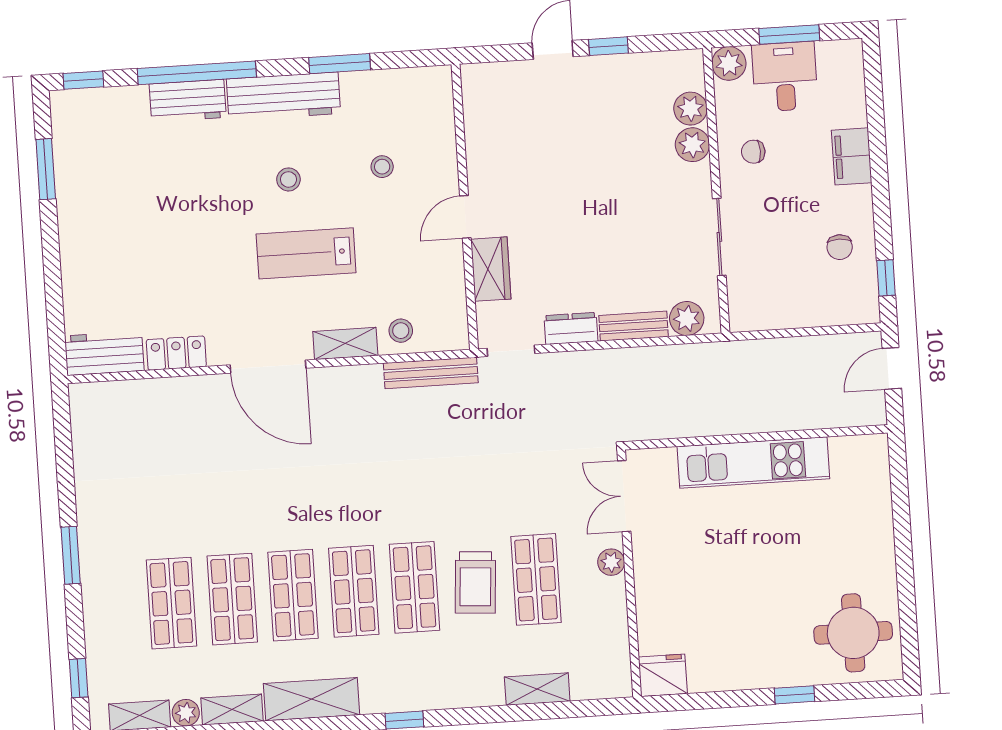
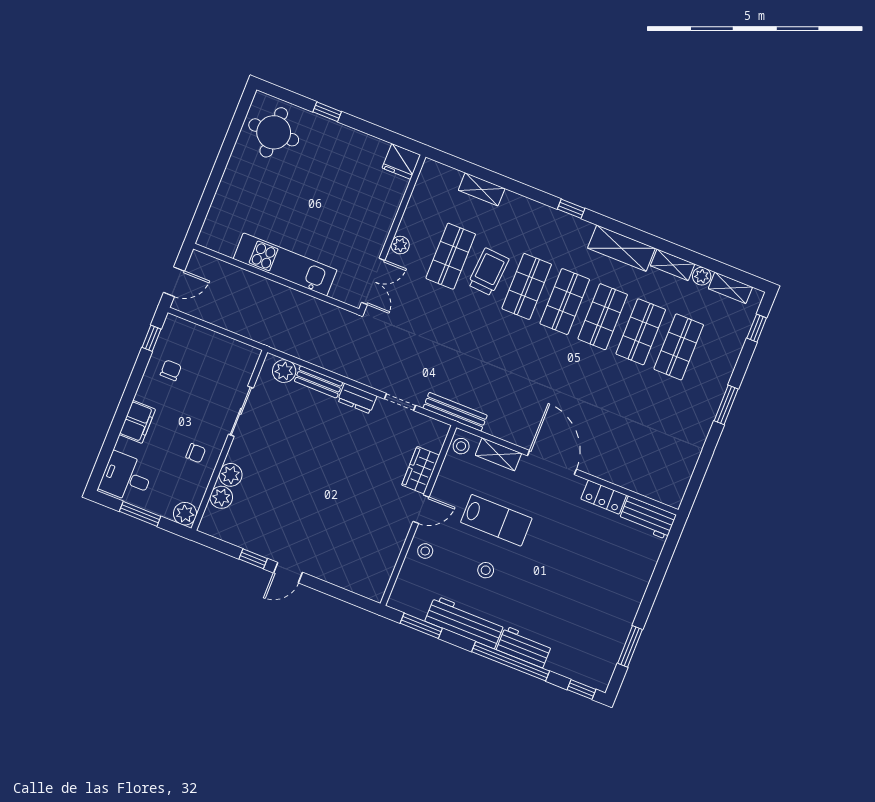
desk: (785, 77) -> (126, 477), moved, turned 90
wall: (465, 207) -> (418, 516), moved
door: (465, 217) -> (421, 509), moved
wardrobe: (491, 269) -> (421, 470), moved

